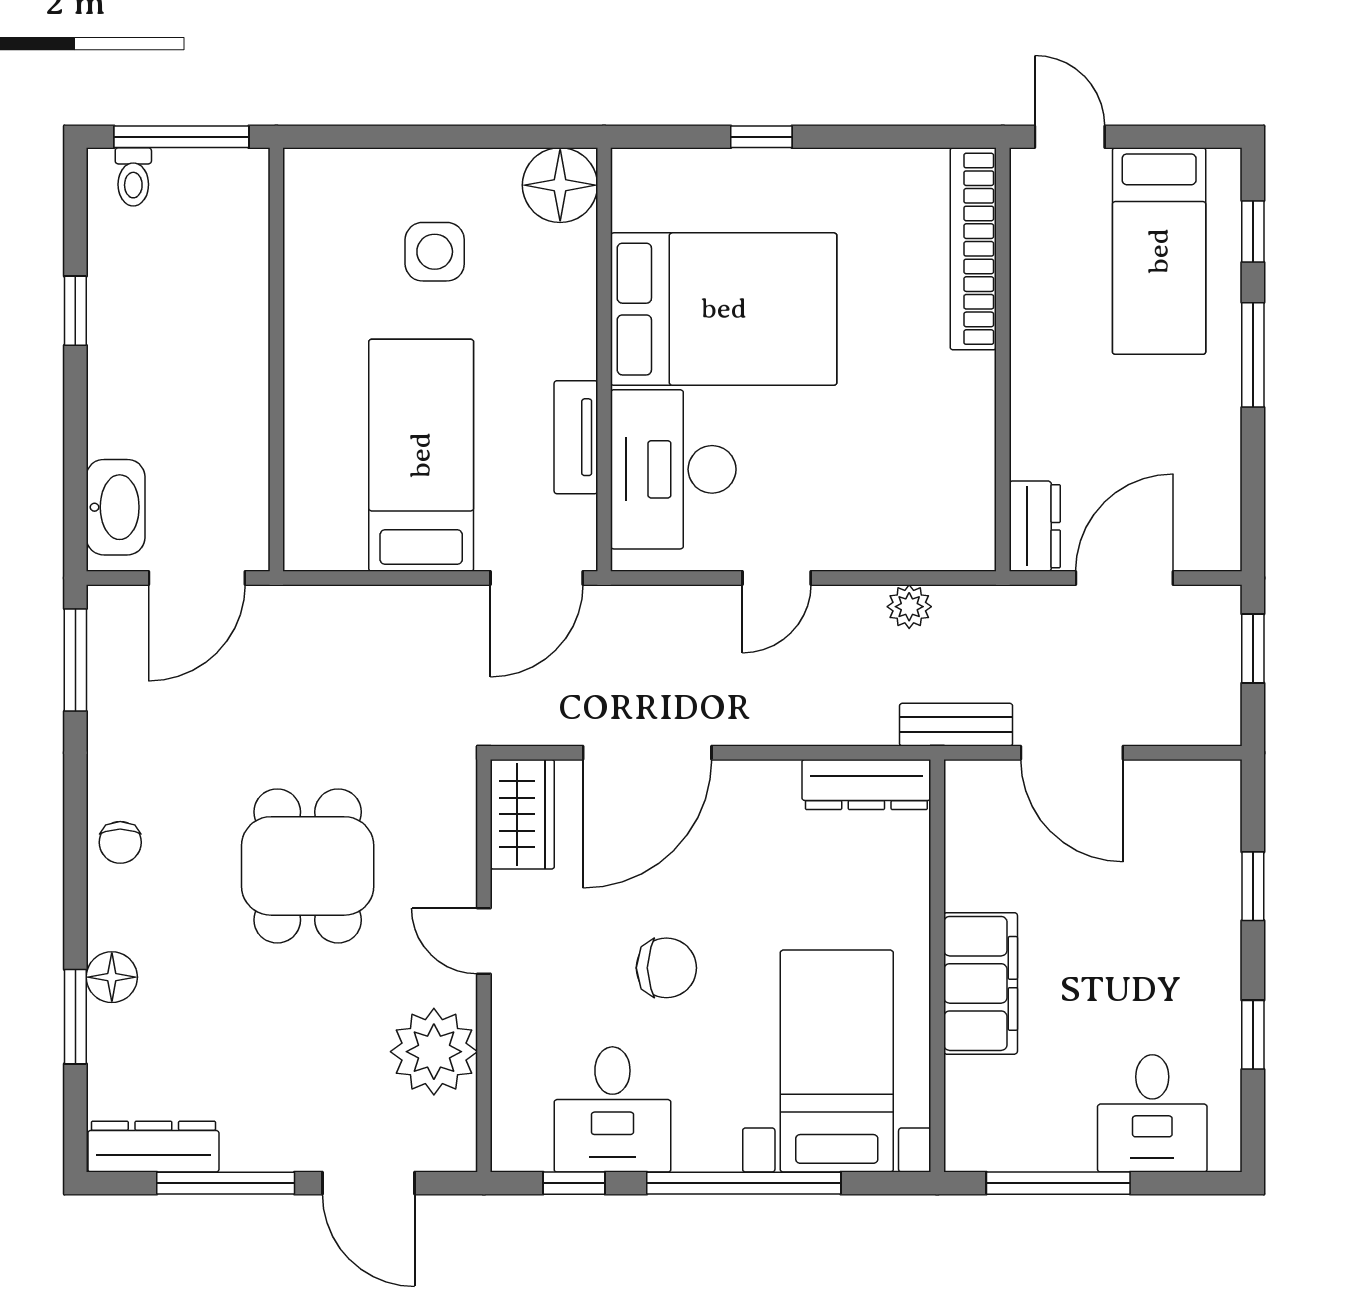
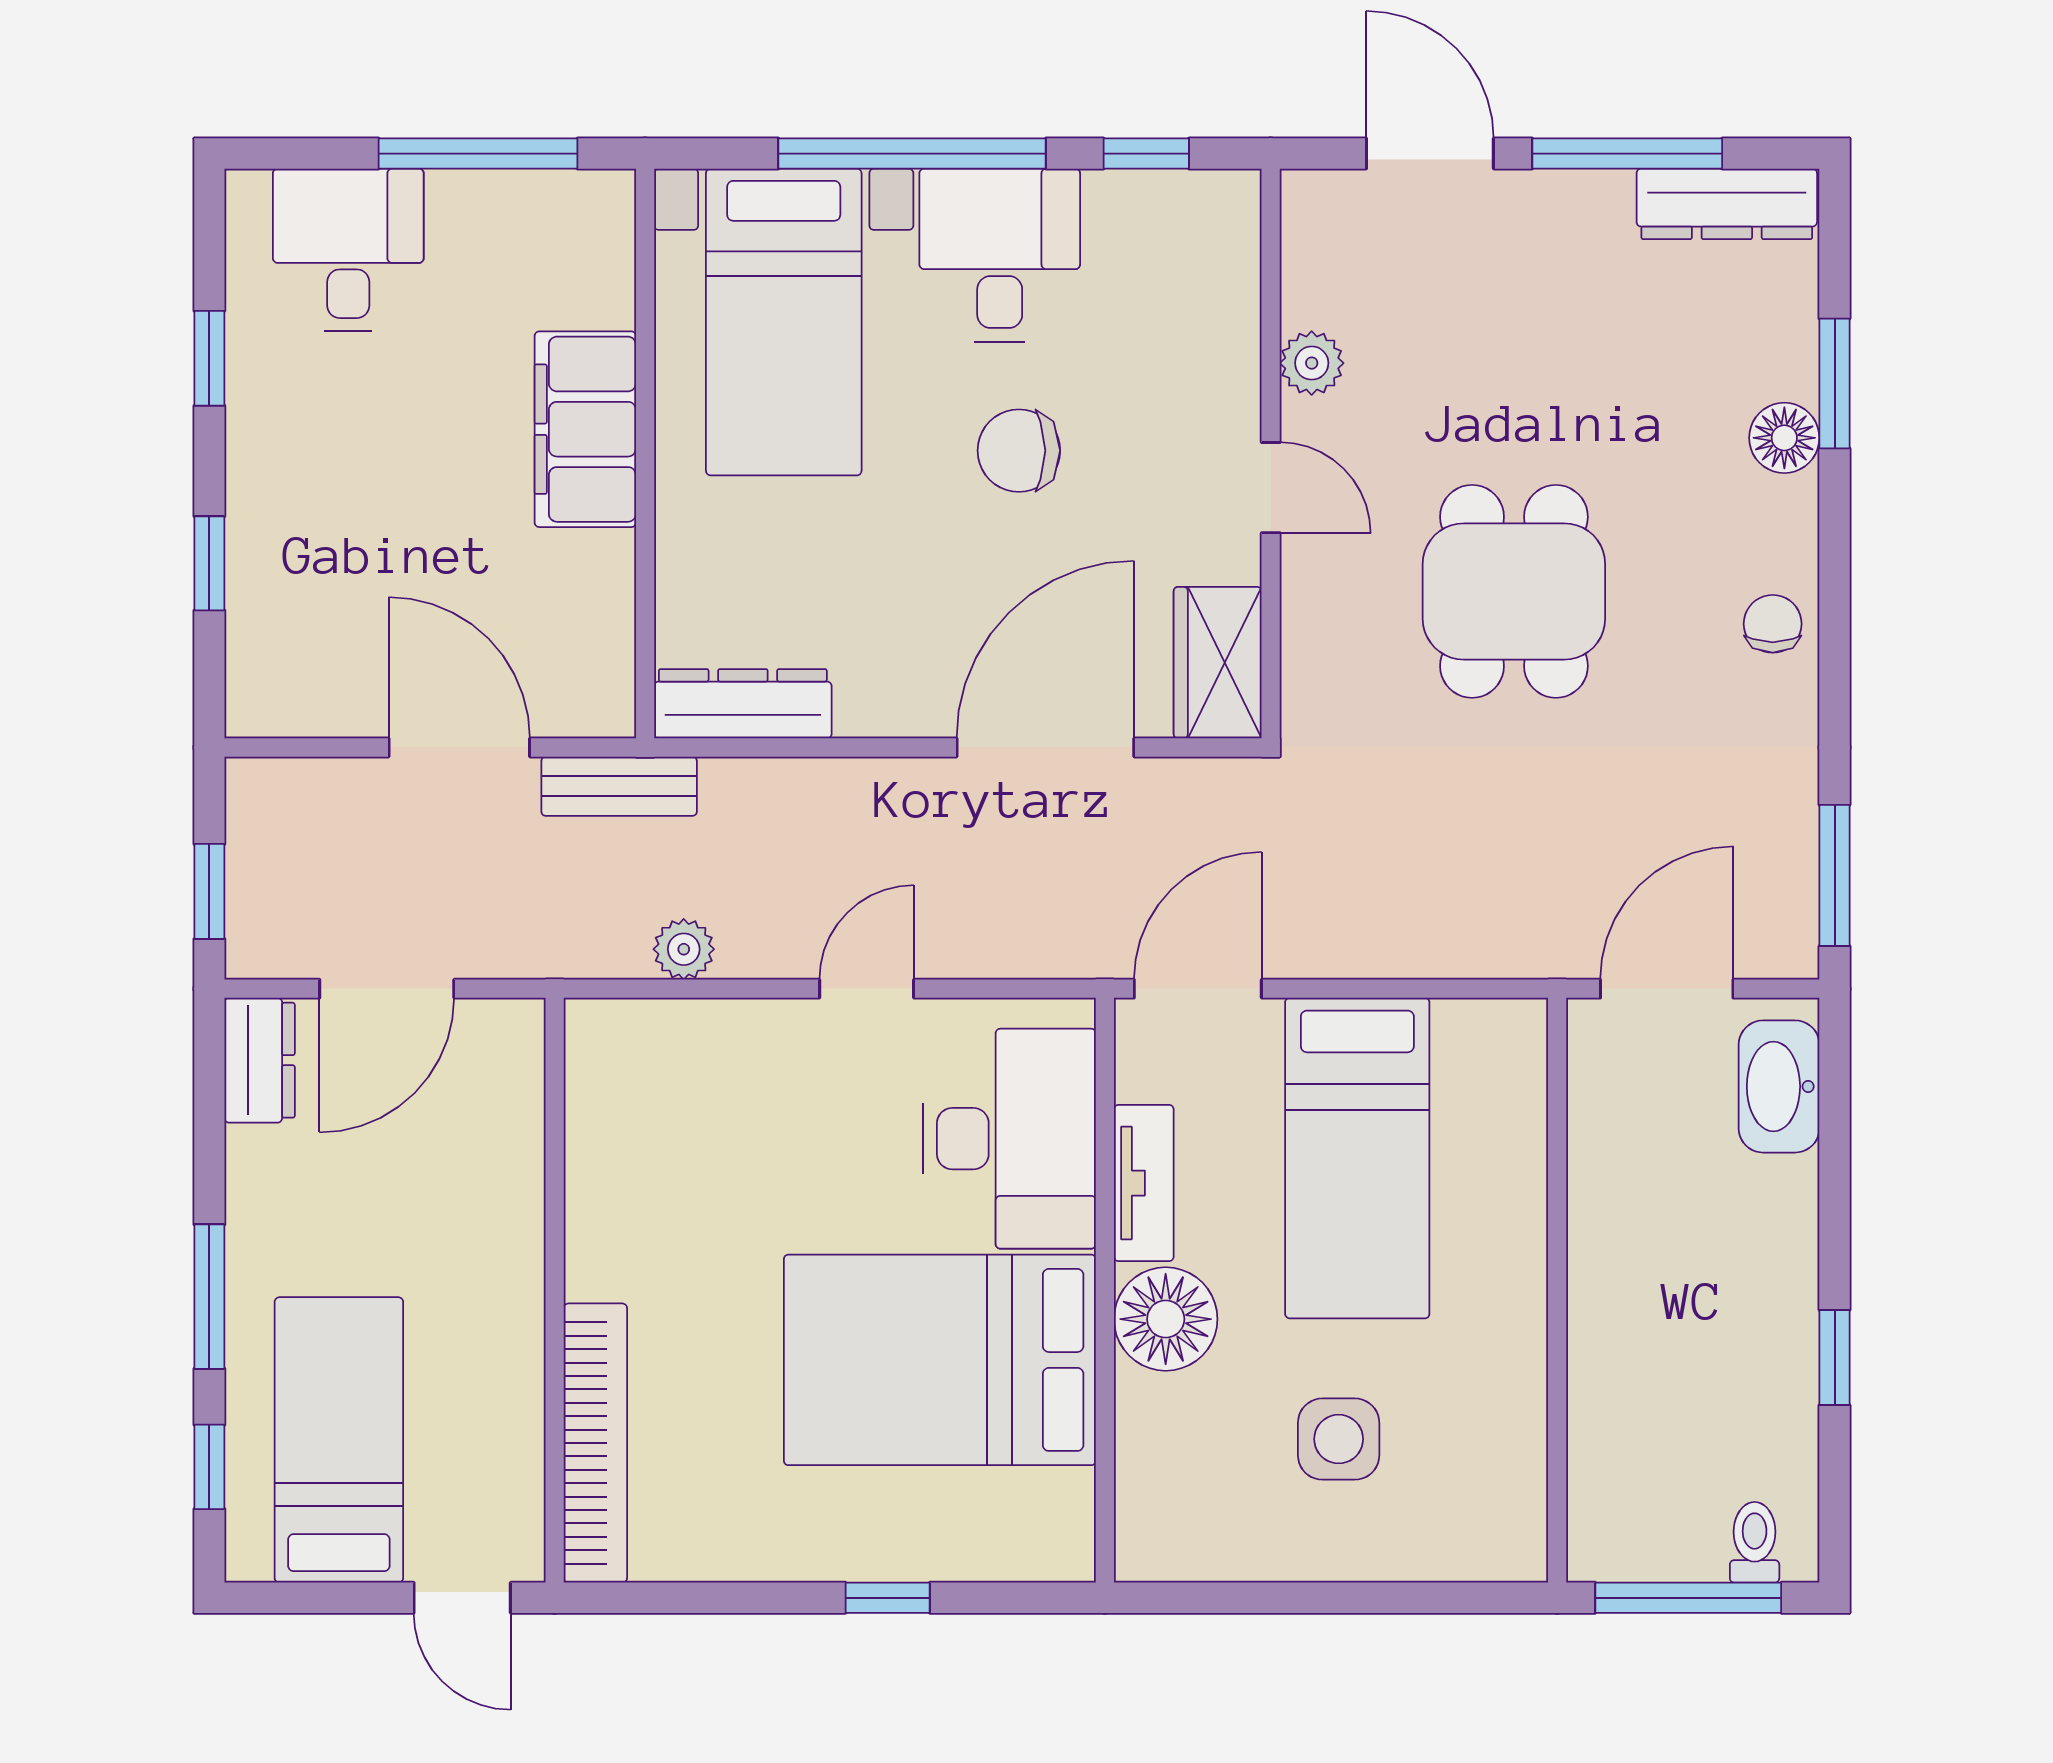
floor lamp: (560, 185) -> (1166, 1319), moved
dresser: (1035, 526) -> (260, 1060), moved, turned 180
plant: (434, 1052) -> (1312, 363), width x0.53, depth x0.53
desk: (612, 1109) -> (1000, 255), moved

